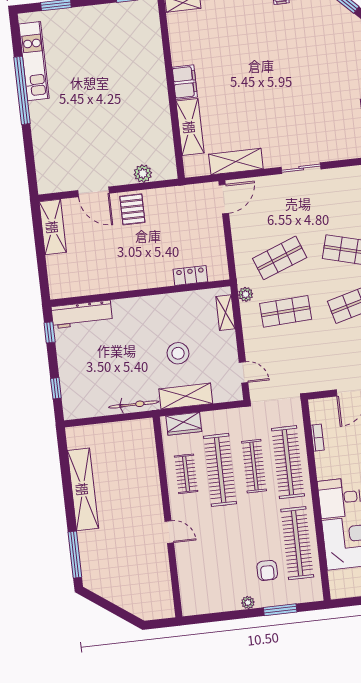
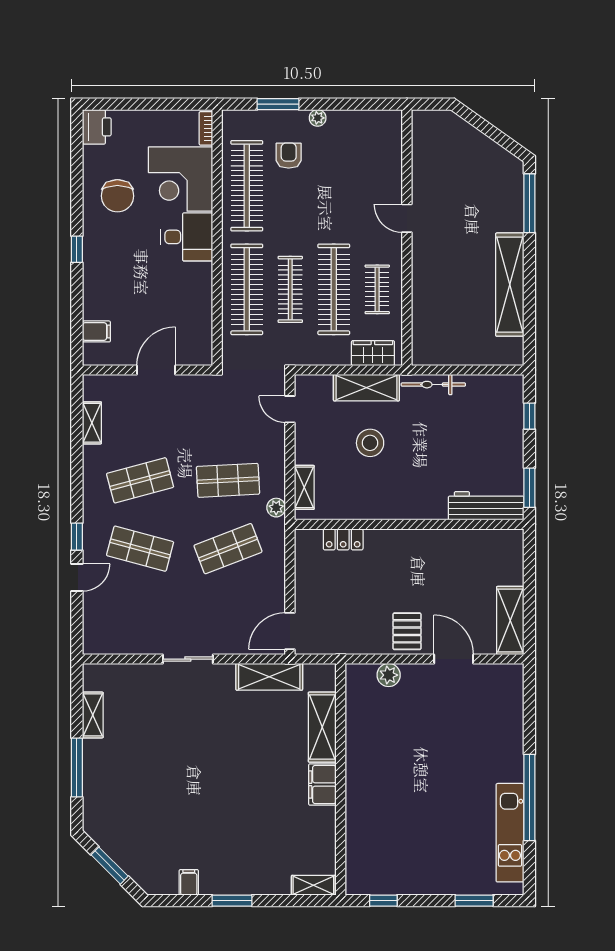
window: (50, 332) -> (529, 488), width x1.50
bookcase: (317, 438) -> (206, 128), moved

